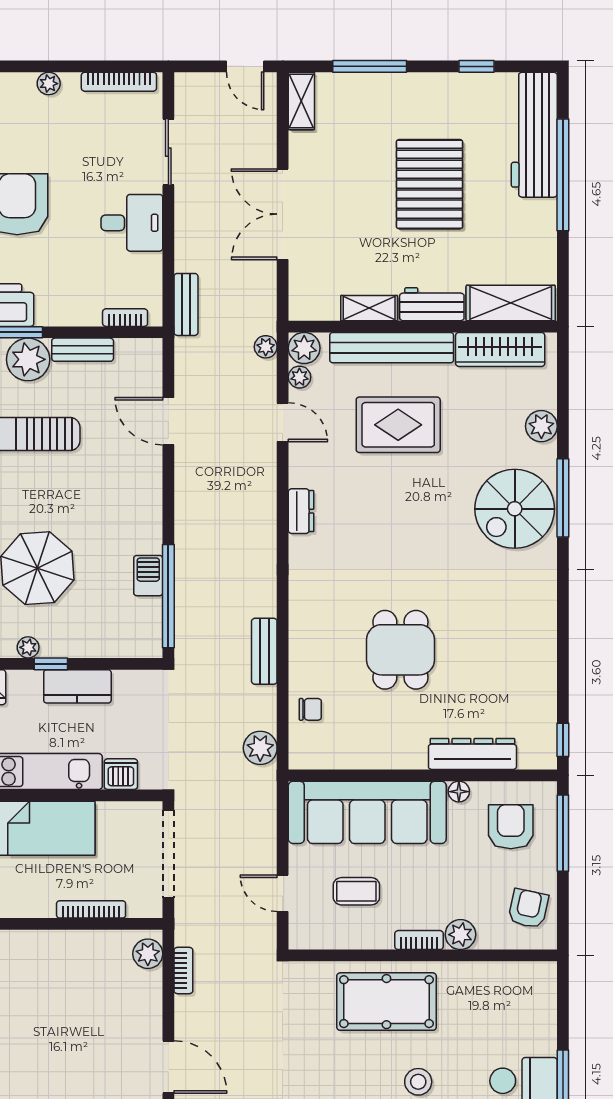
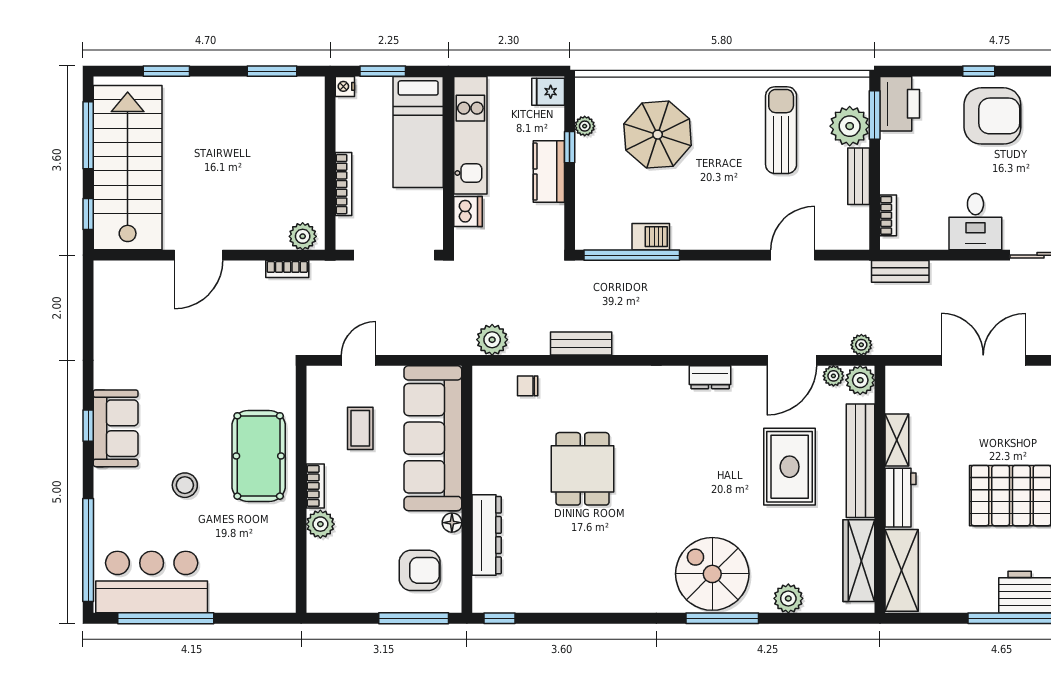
door: (283, 422) -> (792, 360), width x1.38
dining table: (400, 650) -> (582, 469), turned 90
chair: (310, 709) -> (528, 386), turned 90
armchair: (528, 909) -> (344, 586), removed

